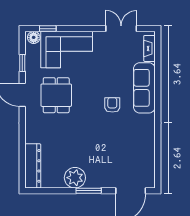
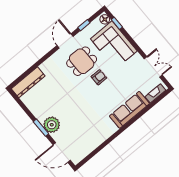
armchair: (112, 105) -> (99, 77), moved
plant: (75, 178) -> (52, 125), moved

